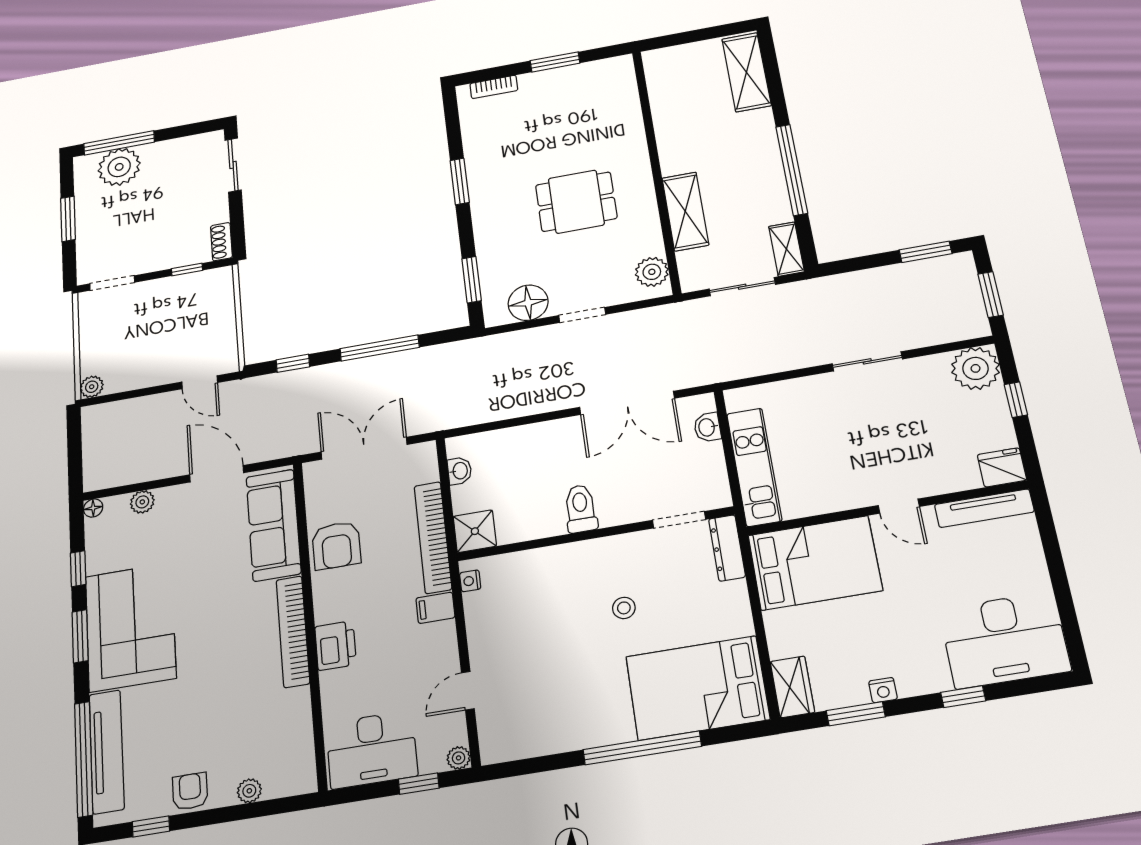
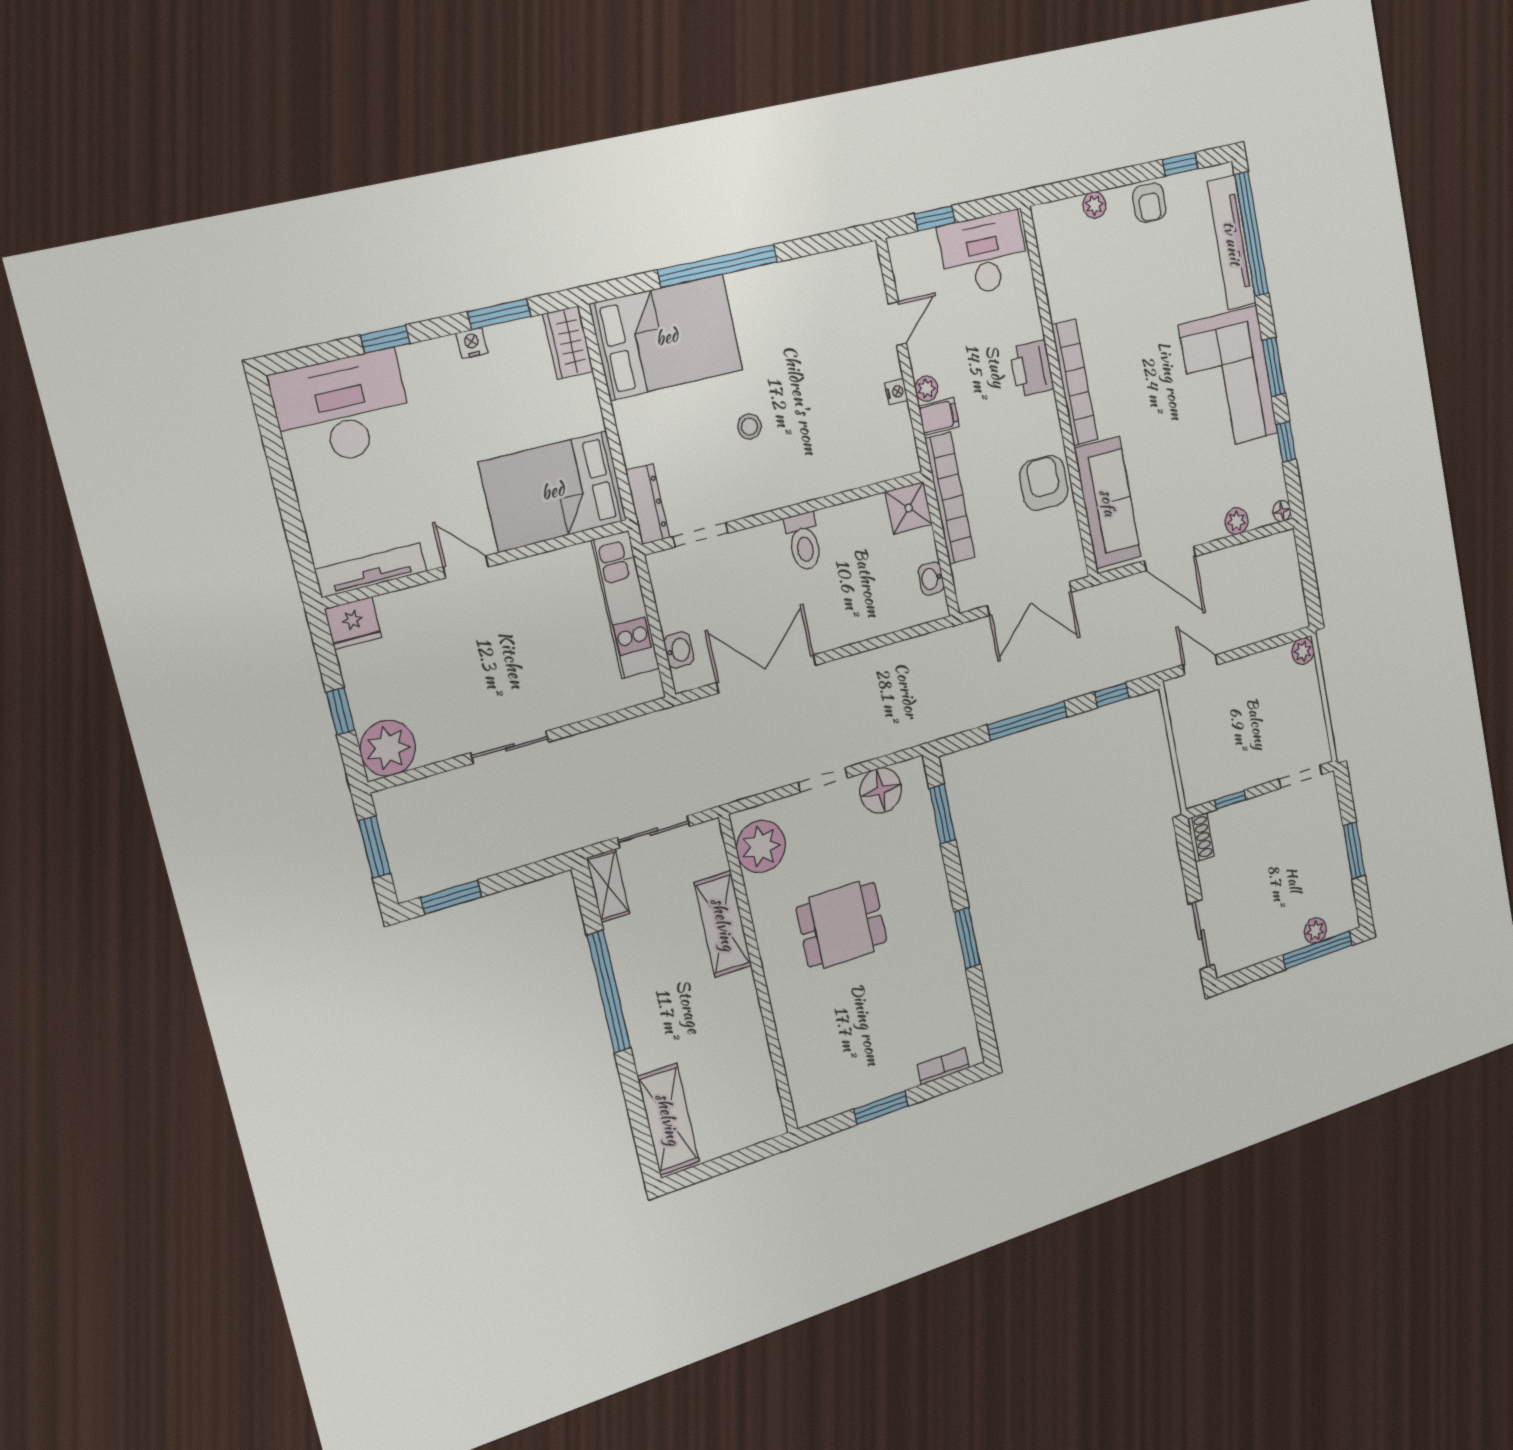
plant: (119, 167) -> (1315, 931), width x0.53, depth x0.53
plant: (652, 272) -> (761, 846), width x1.36, depth x1.36
nightstand: (470, 581) -> (896, 392), moved
plant: (459, 758) -> (926, 389), moved

